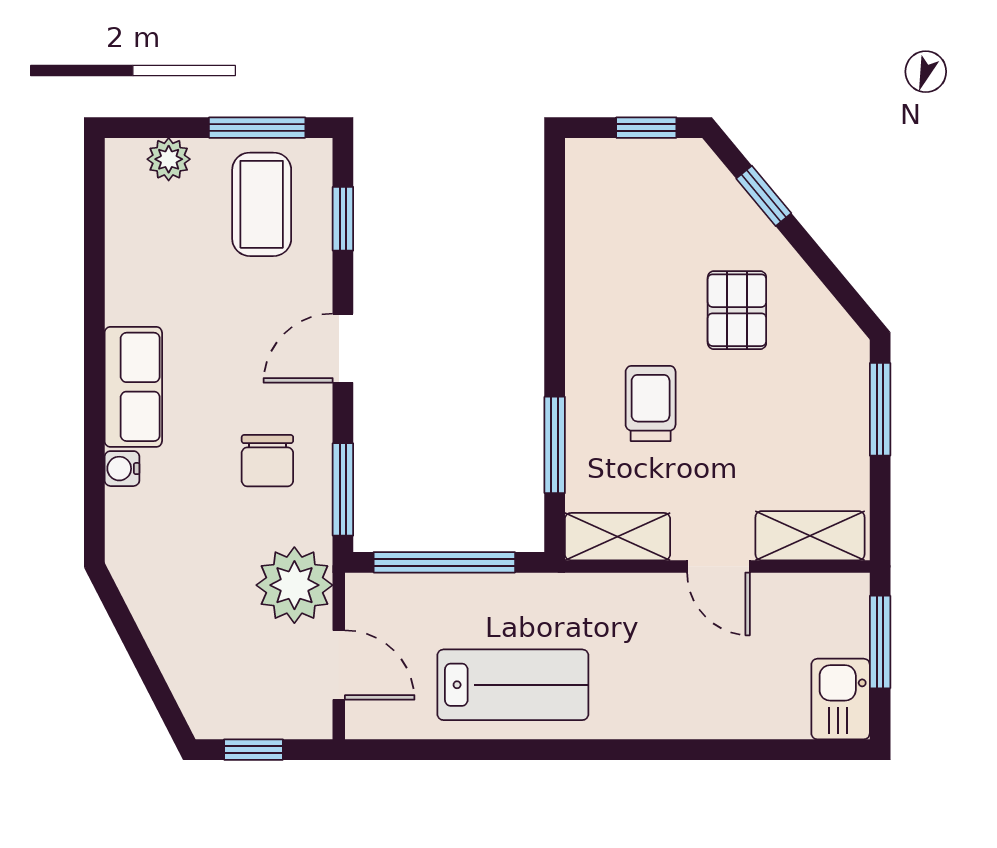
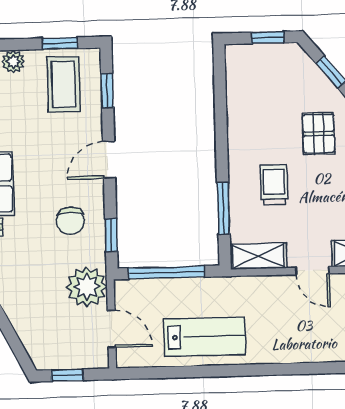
window: (257, 128) -> (60, 43), width x0.67
window: (343, 489) -> (111, 235), width x0.67

